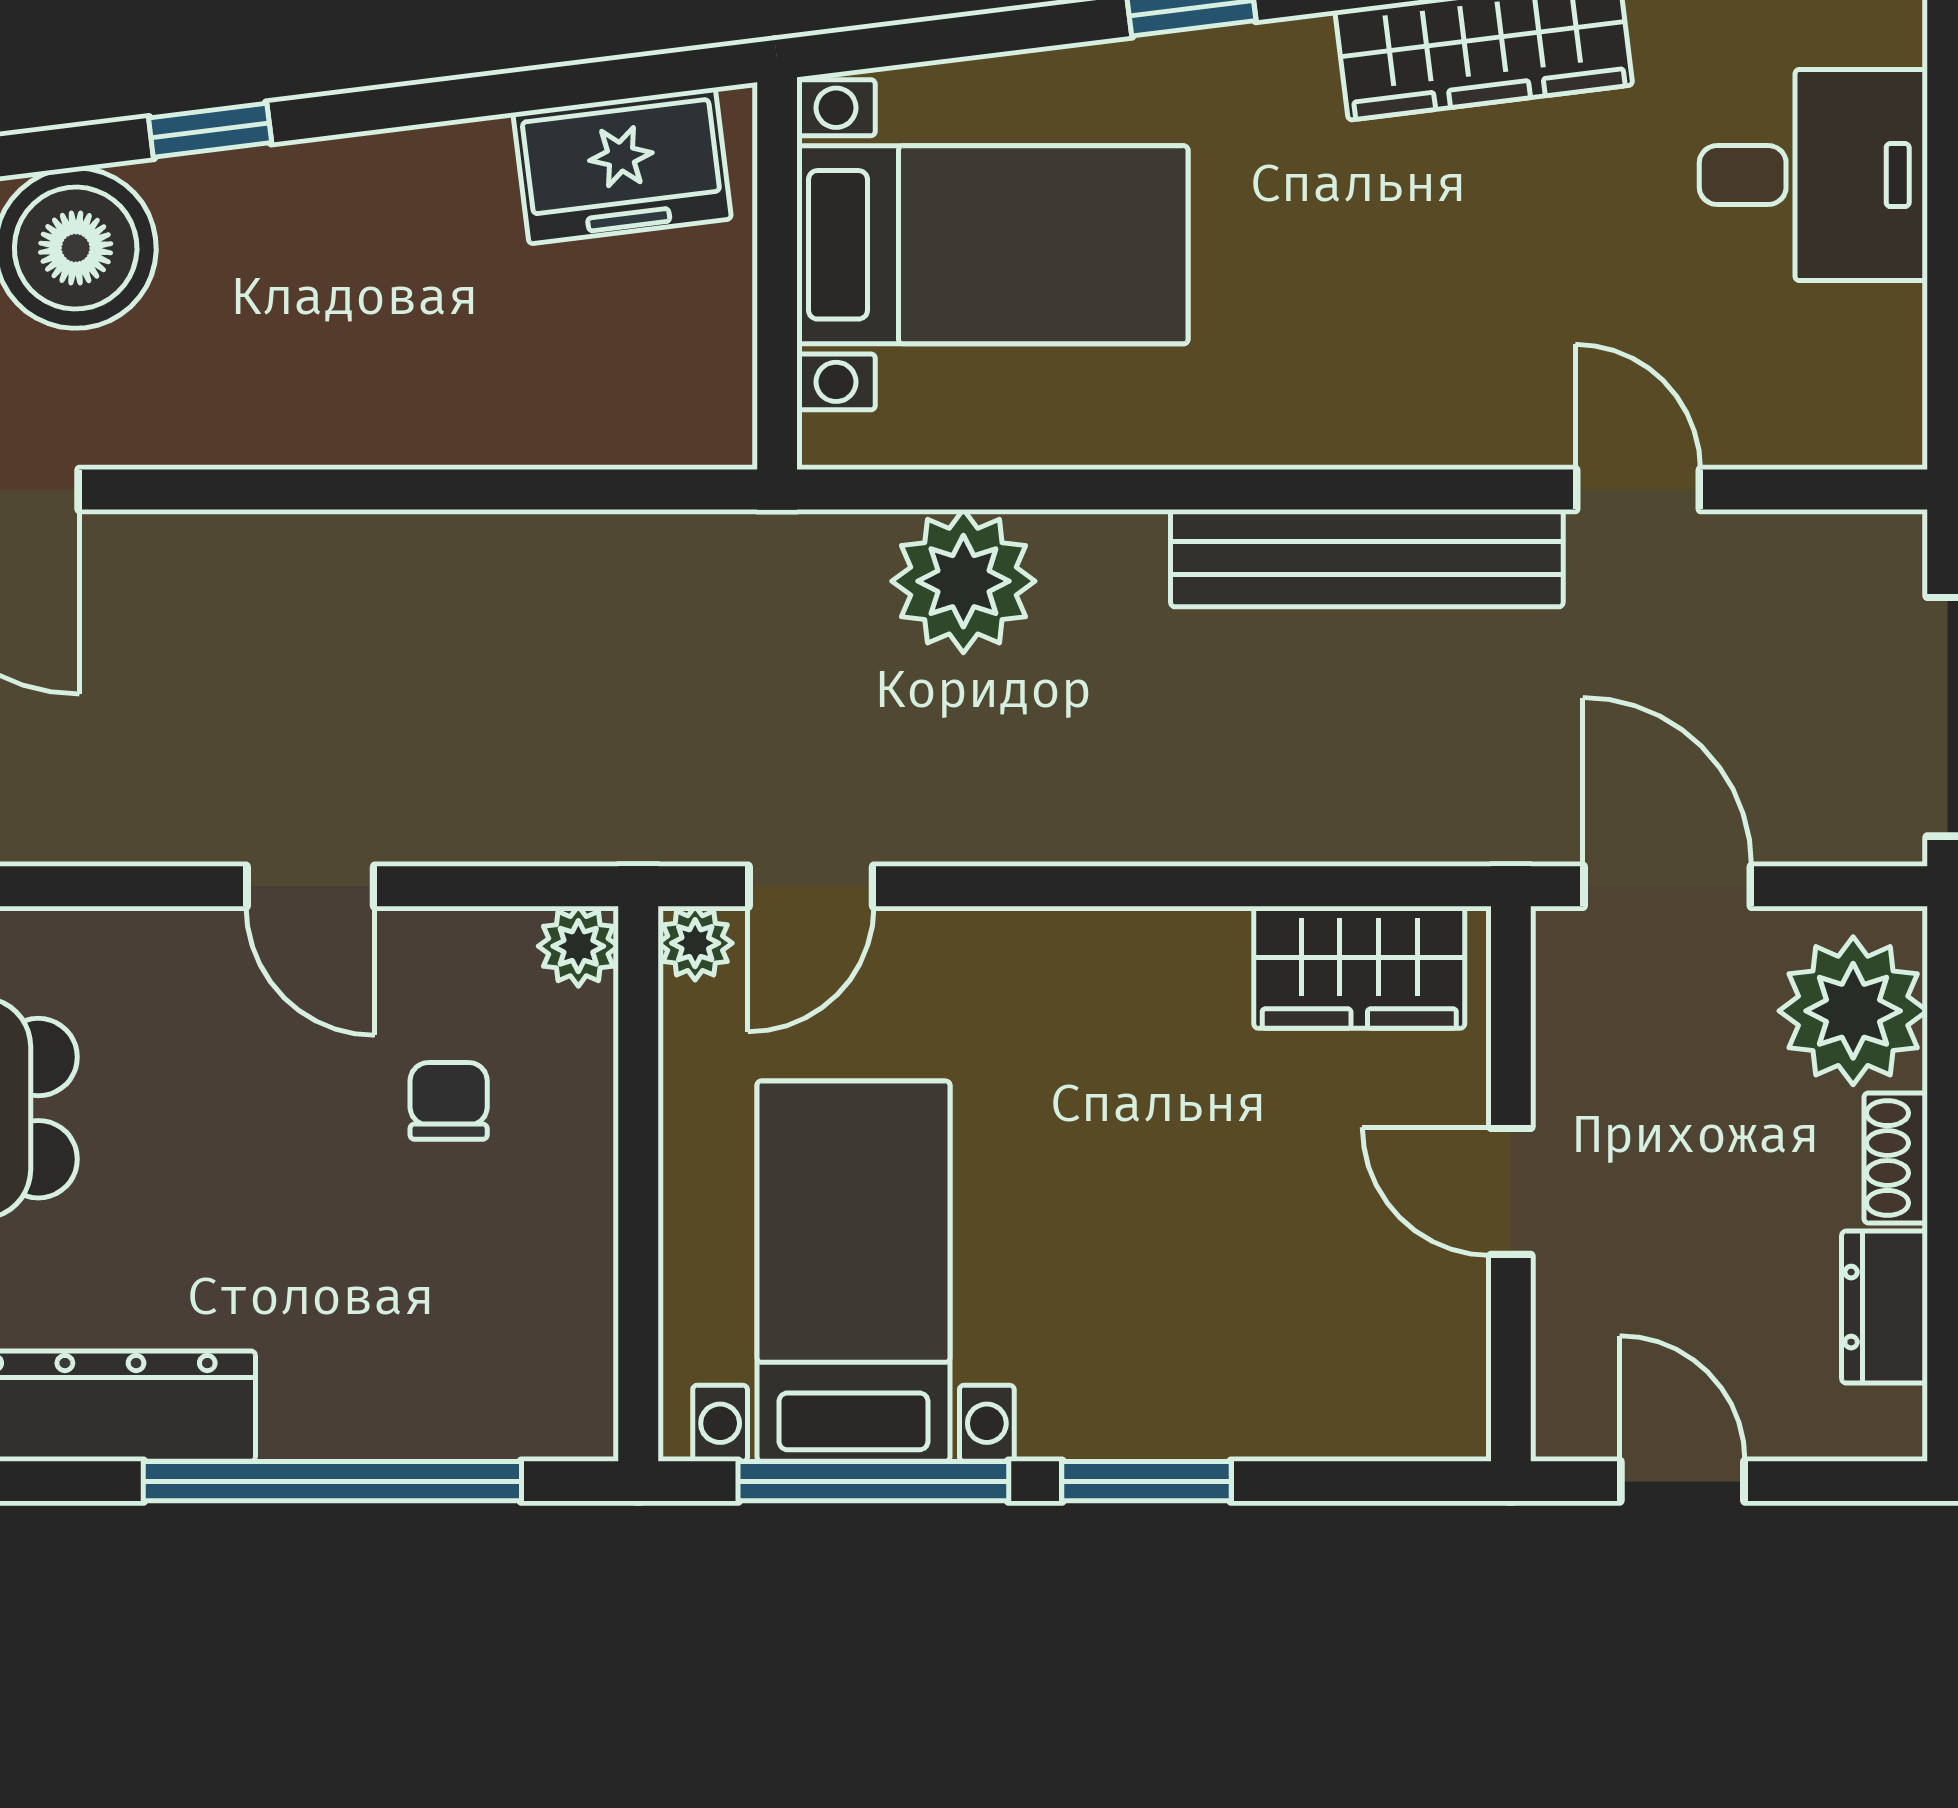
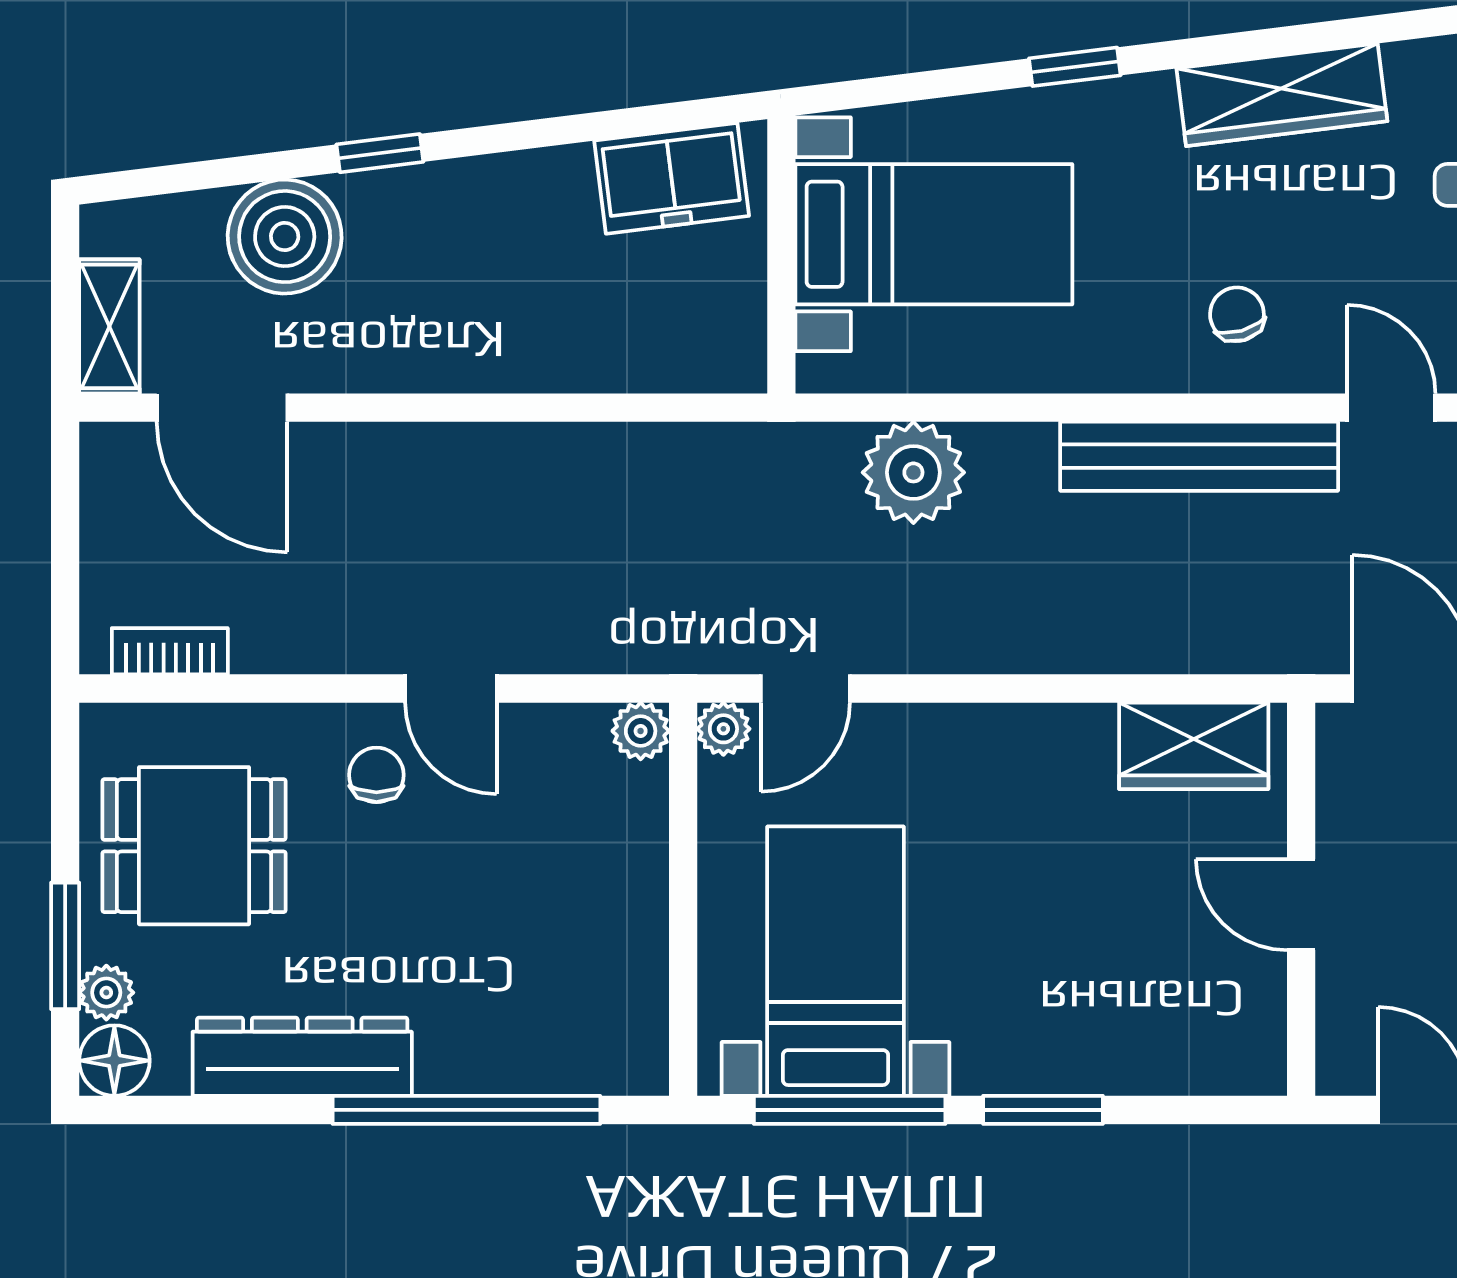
chair: (1420, 358) -> (1237, 314), added
chair: (449, 1101) -> (376, 775), moved

